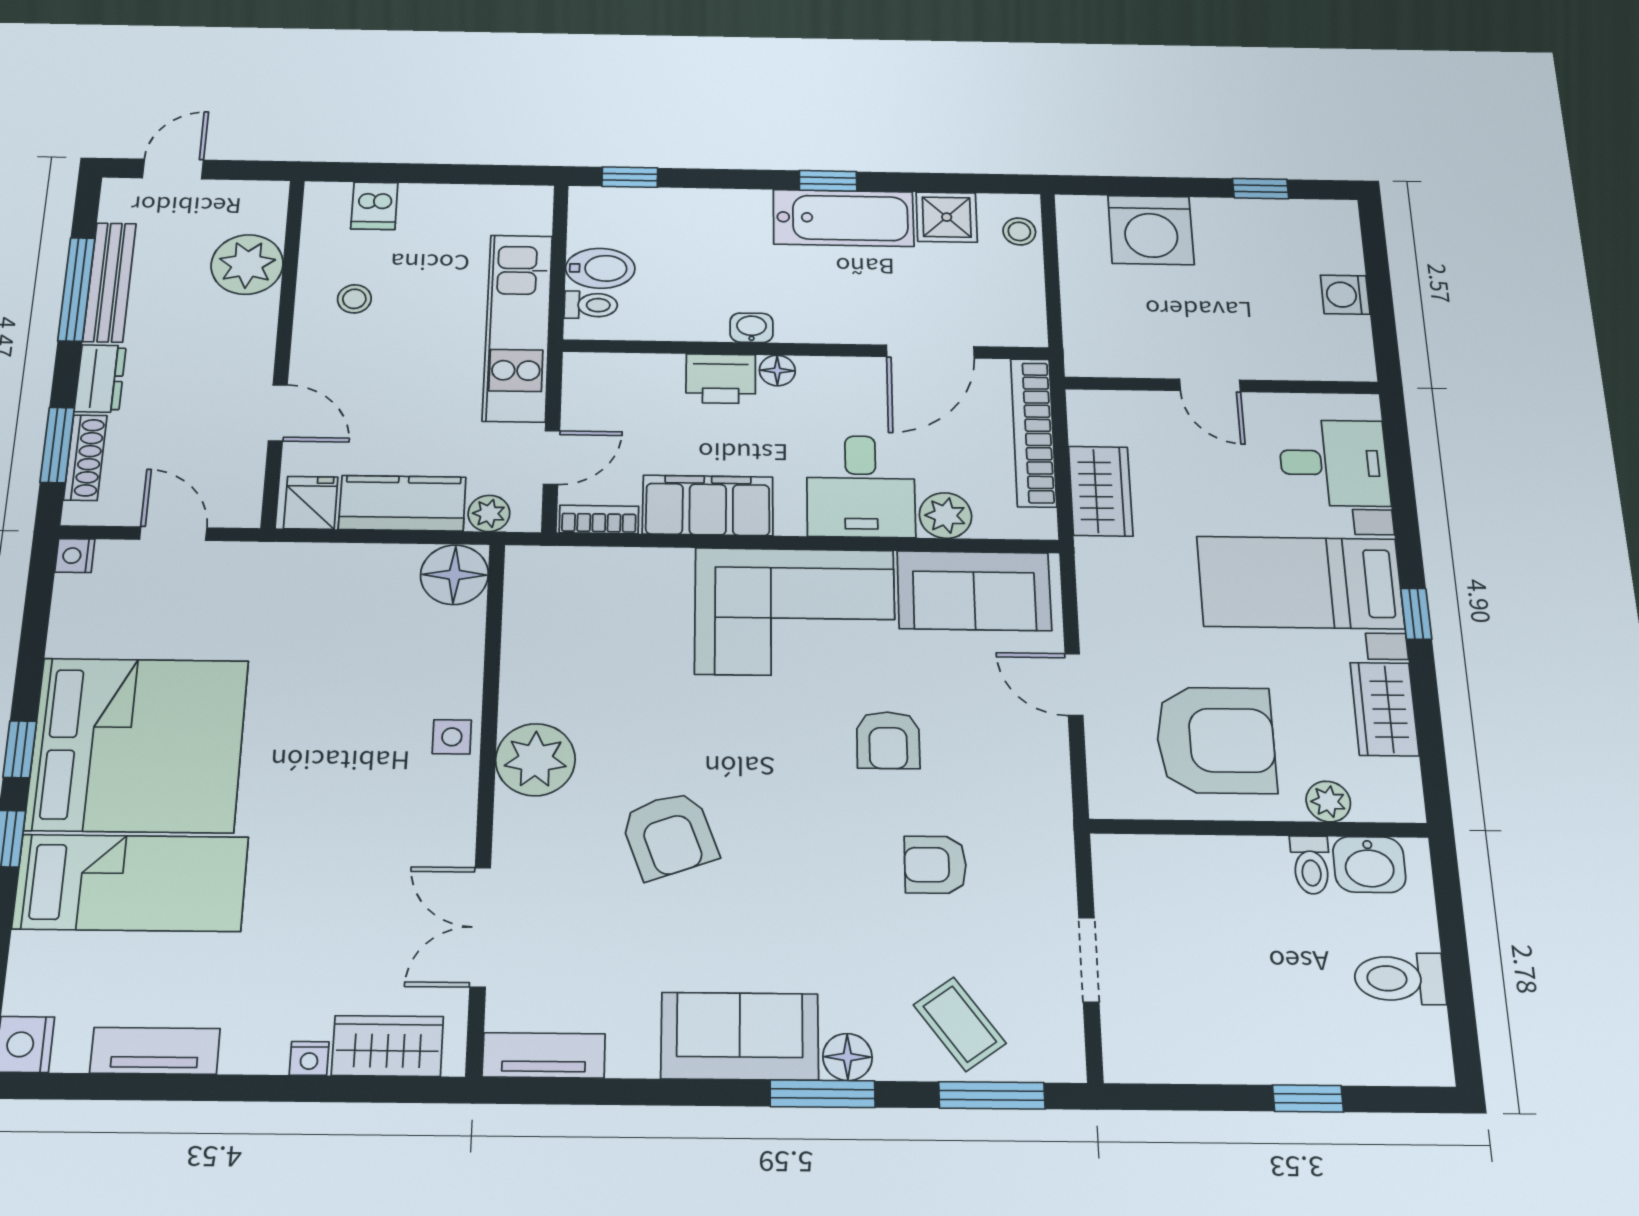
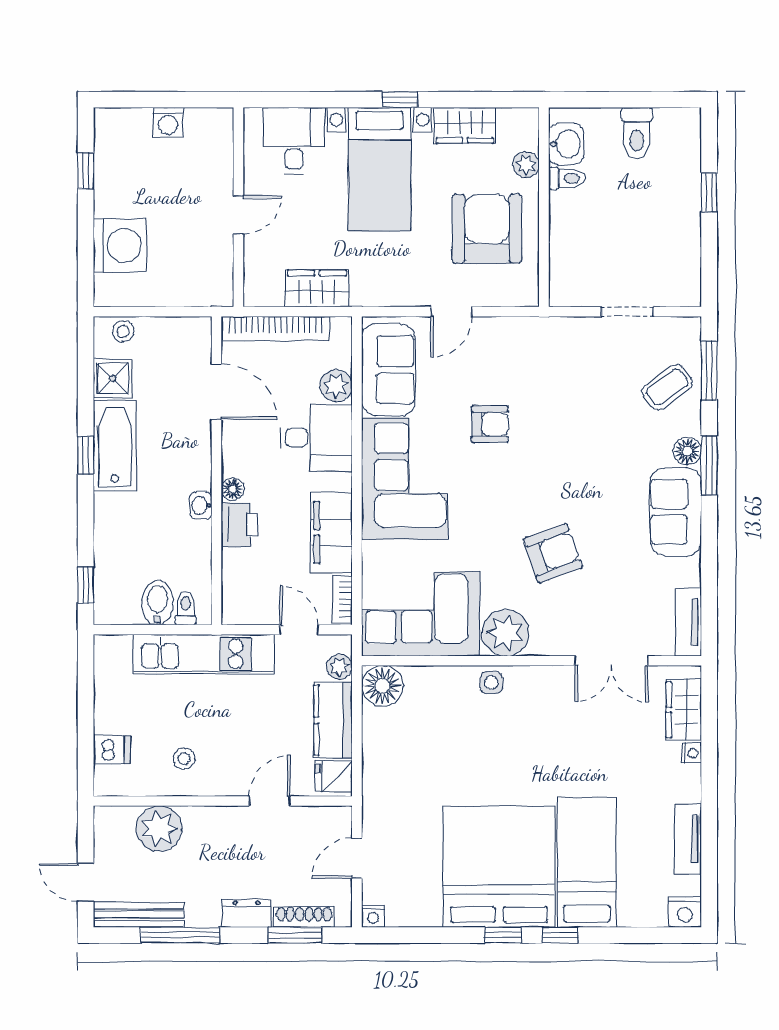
bench: (110, 282) -> (139, 915), moved
corner sofa: (571, 632) -> (421, 614), added
armchair: (935, 865) -> (569, 398), removed

